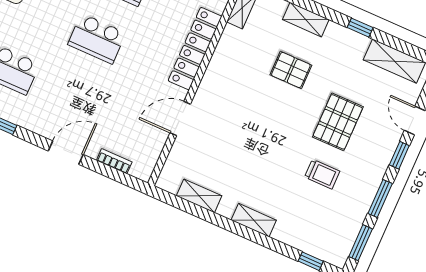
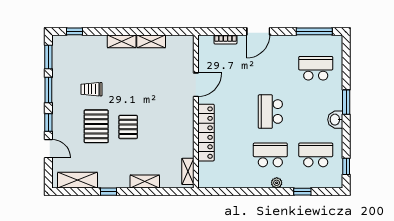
school desk: (97, 39) -> (270, 112), turned -90
pallet: (291, 70) -> (128, 127), moved, turned 90
shelving: (199, 196) -> (151, 41), moved

